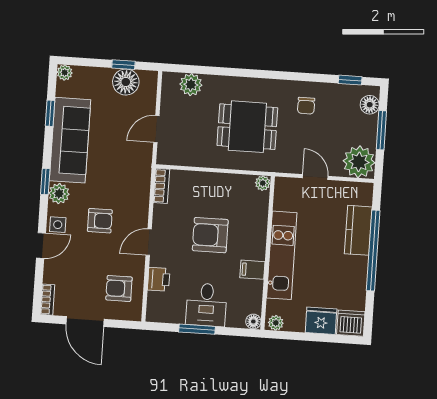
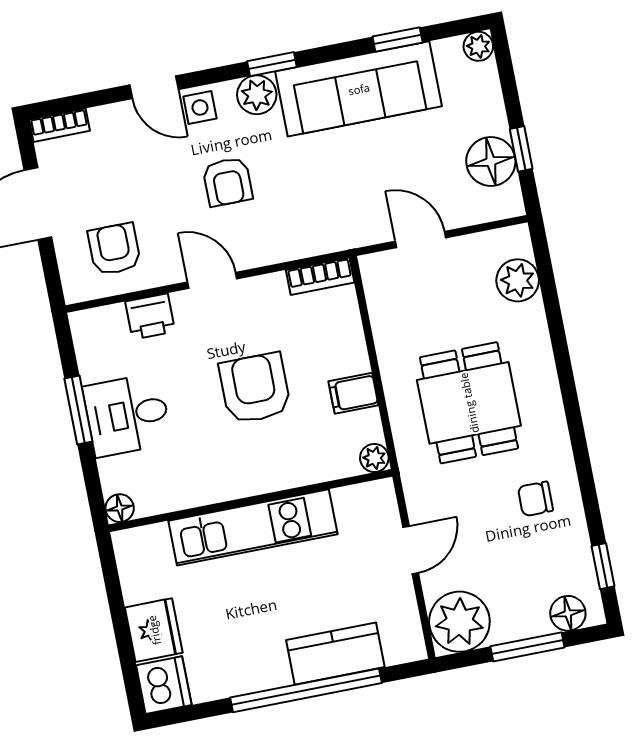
filing cabinet: (252, 270) -> (353, 393), moved, turned -90
plant: (276, 323) -> (128, 549), removed

